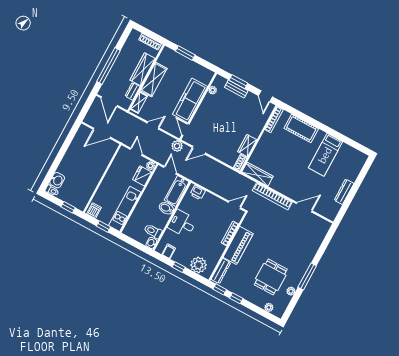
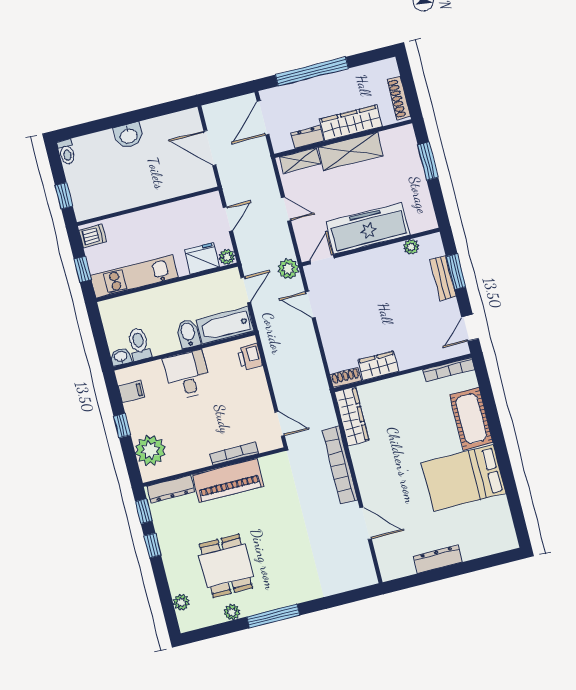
bed: (325, 155) -> (464, 478), width x1.50
washbasin: (57, 180) -> (129, 135), moved
dining table: (271, 277) -> (226, 566), turned 90

